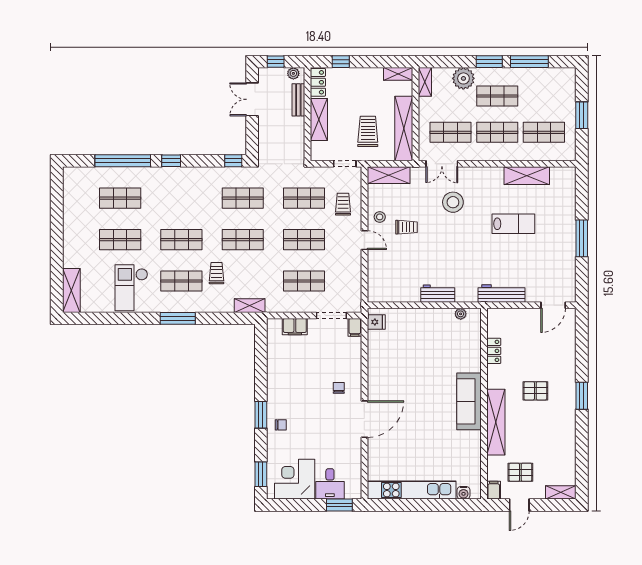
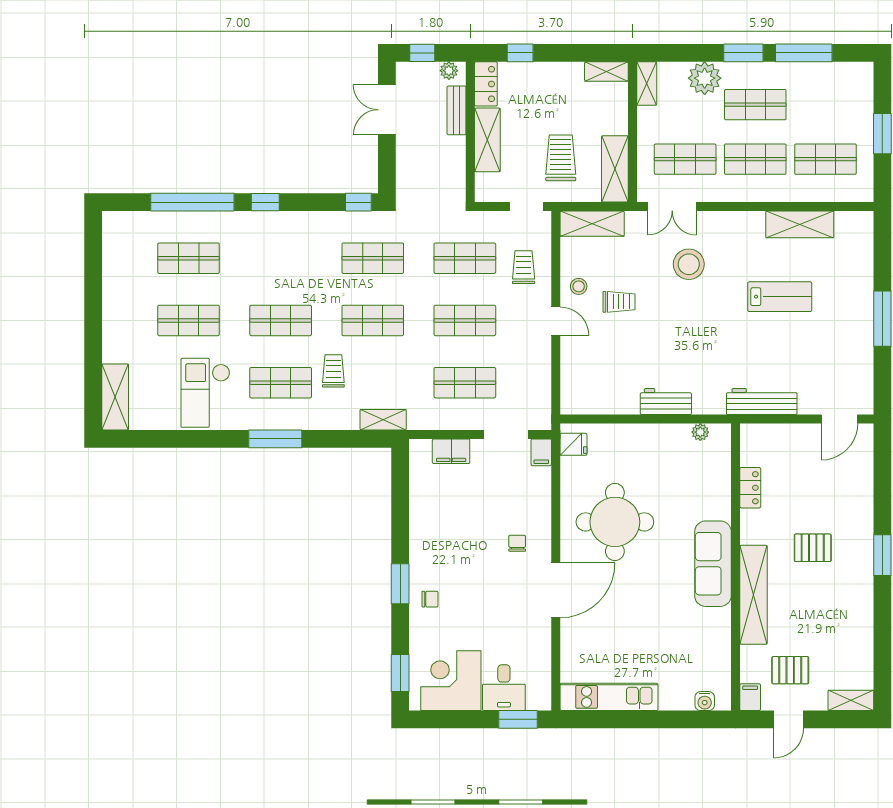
shelving: (404, 128) -> (615, 169), width x0.68
round table: (404, 374) -> (615, 522), added
kitchen unit: (412, 490) -> (609, 697), width x0.73

